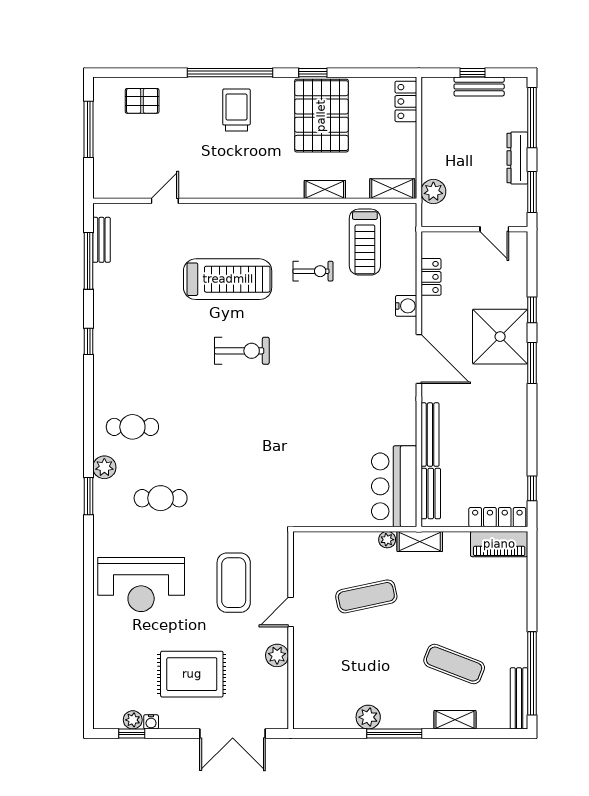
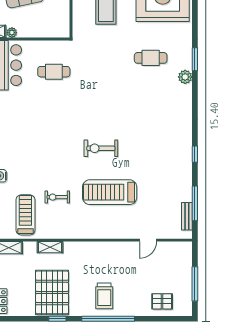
cafe table: (132, 427) -> (54, 72), moved

